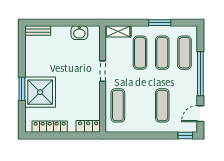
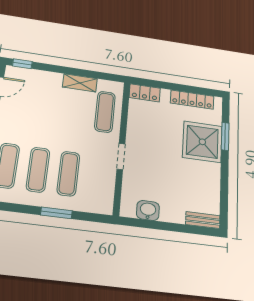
window: (160, 23) -> (56, 213), moved
shelving: (118, 31) -> (80, 83), moved
window: (22, 89) -> (225, 136), moved
exercise mat: (162, 105) -> (47, 103), removed

